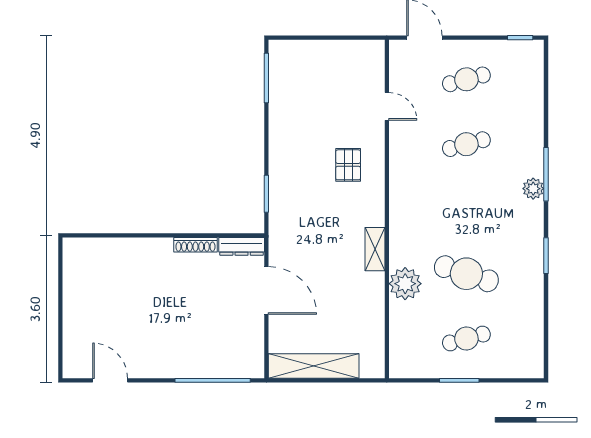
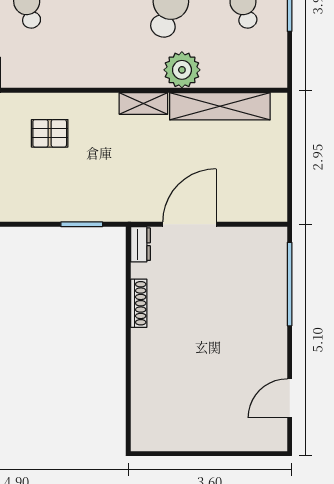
dresser: (242, 246) -> (140, 244), width x0.70
shelving: (314, 366) -> (220, 106), moved, turned 90

